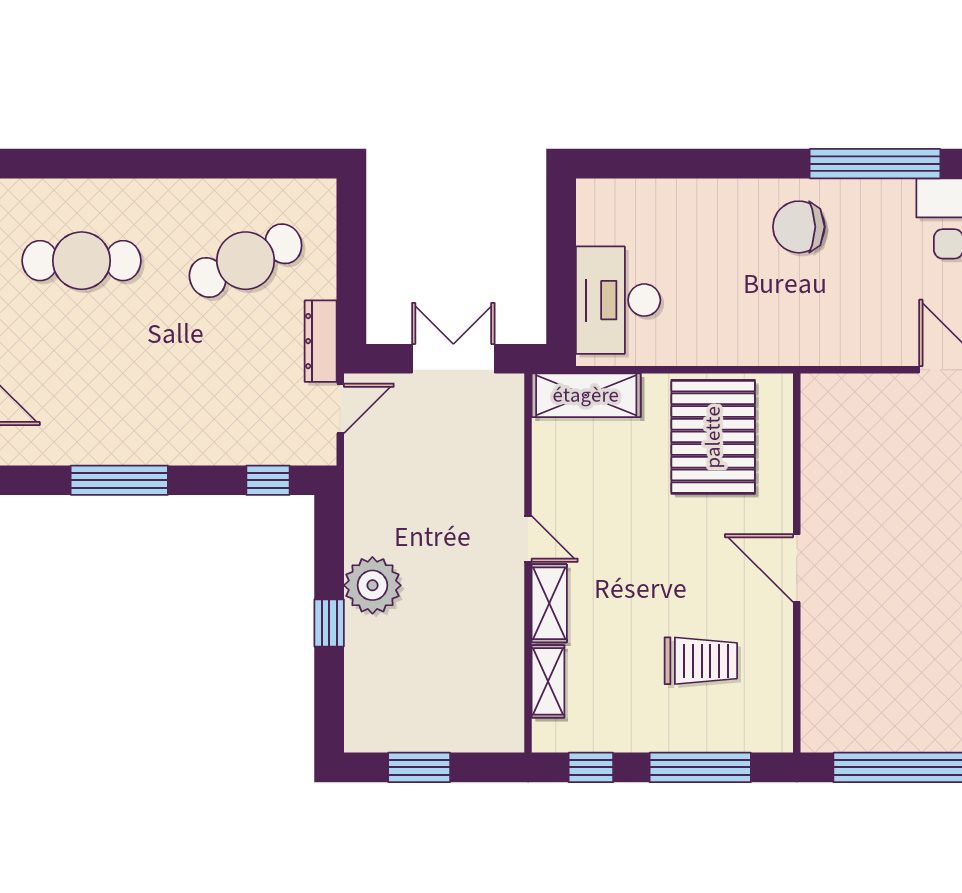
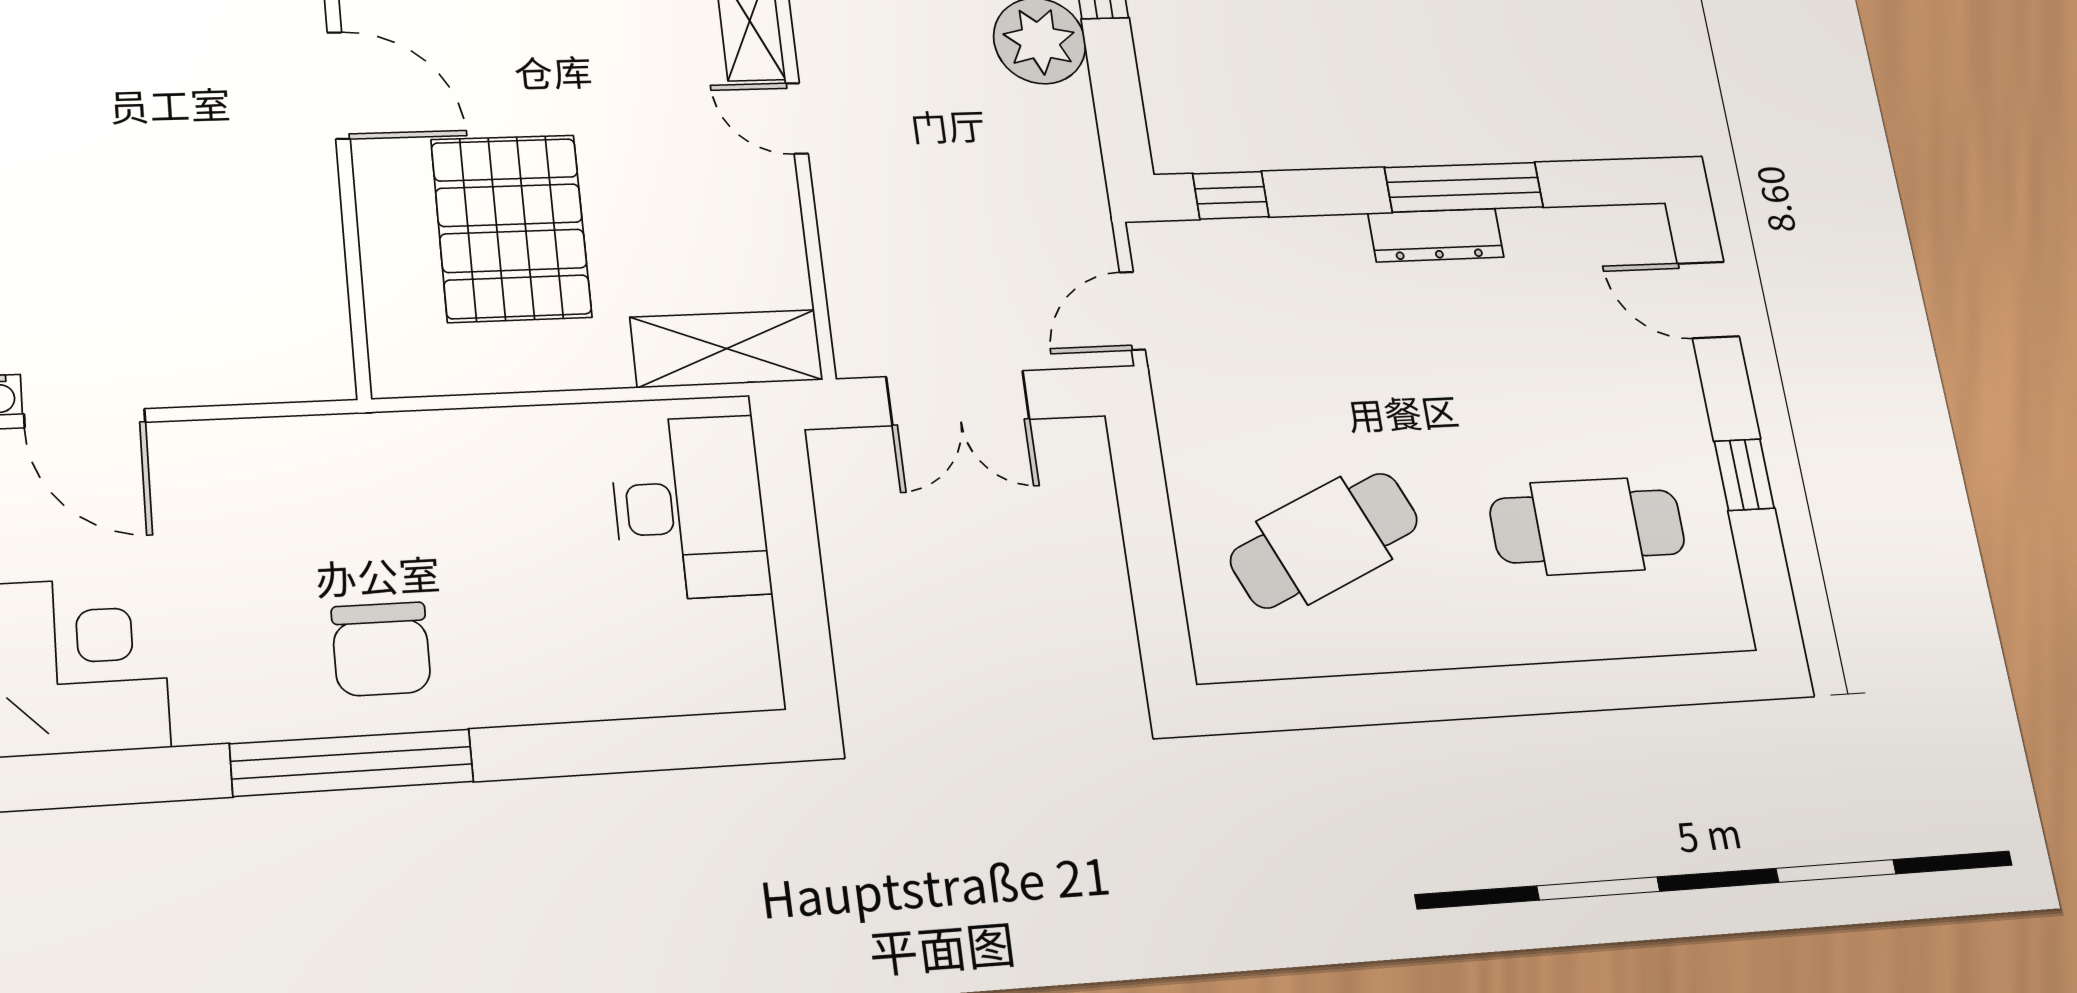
window: (875, 164) -> (352, 763), moved
chair: (799, 227) -> (381, 649), turned 90
dresser: (321, 341) -> (1436, 235), moved, turned 90
pallet: (713, 437) -> (511, 228), moved

